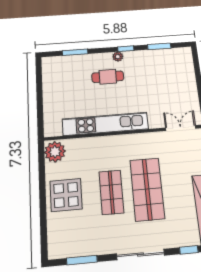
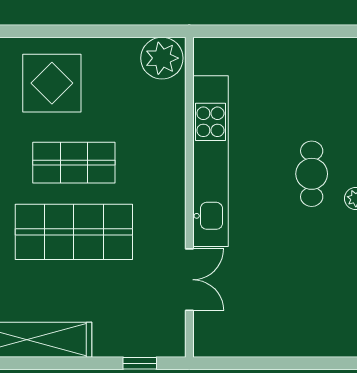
double door: (181, 128) -> (189, 280), moved
display table: (66, 195) -> (52, 83), moved

